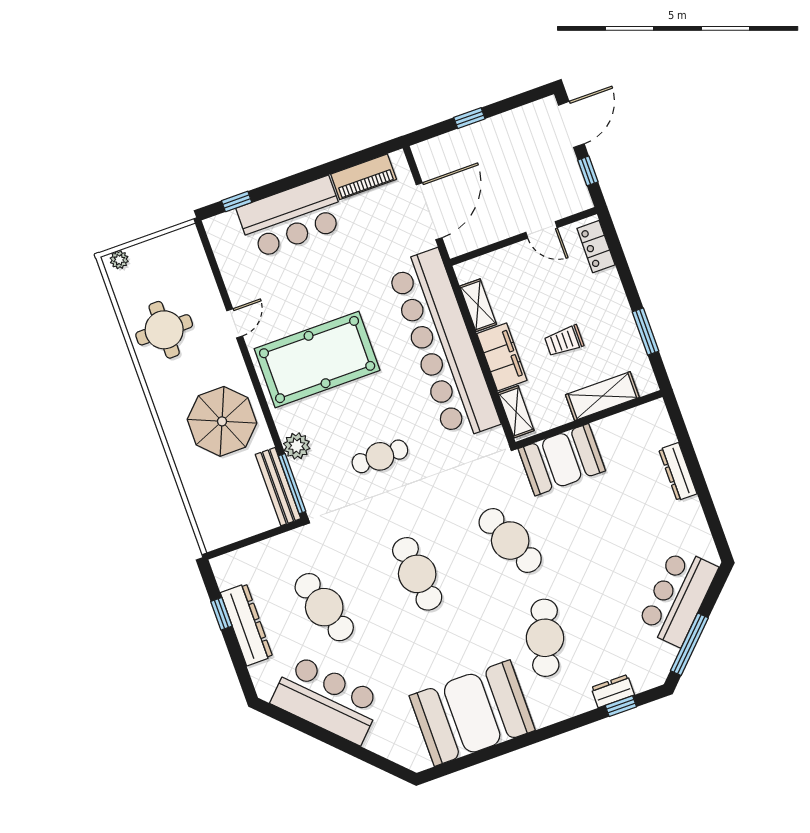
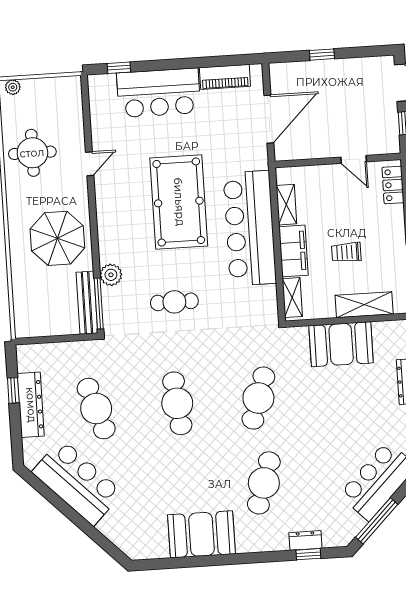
bar counter: (443, 345) -> (250, 228), width x0.73
pool table: (317, 360) -> (179, 202), moved, turned 90
booth: (562, 460) -> (341, 344), moved
cafe table: (510, 541) -> (258, 398), turned 42
booth: (472, 713) -> (201, 534), width x0.73, depth x0.70

